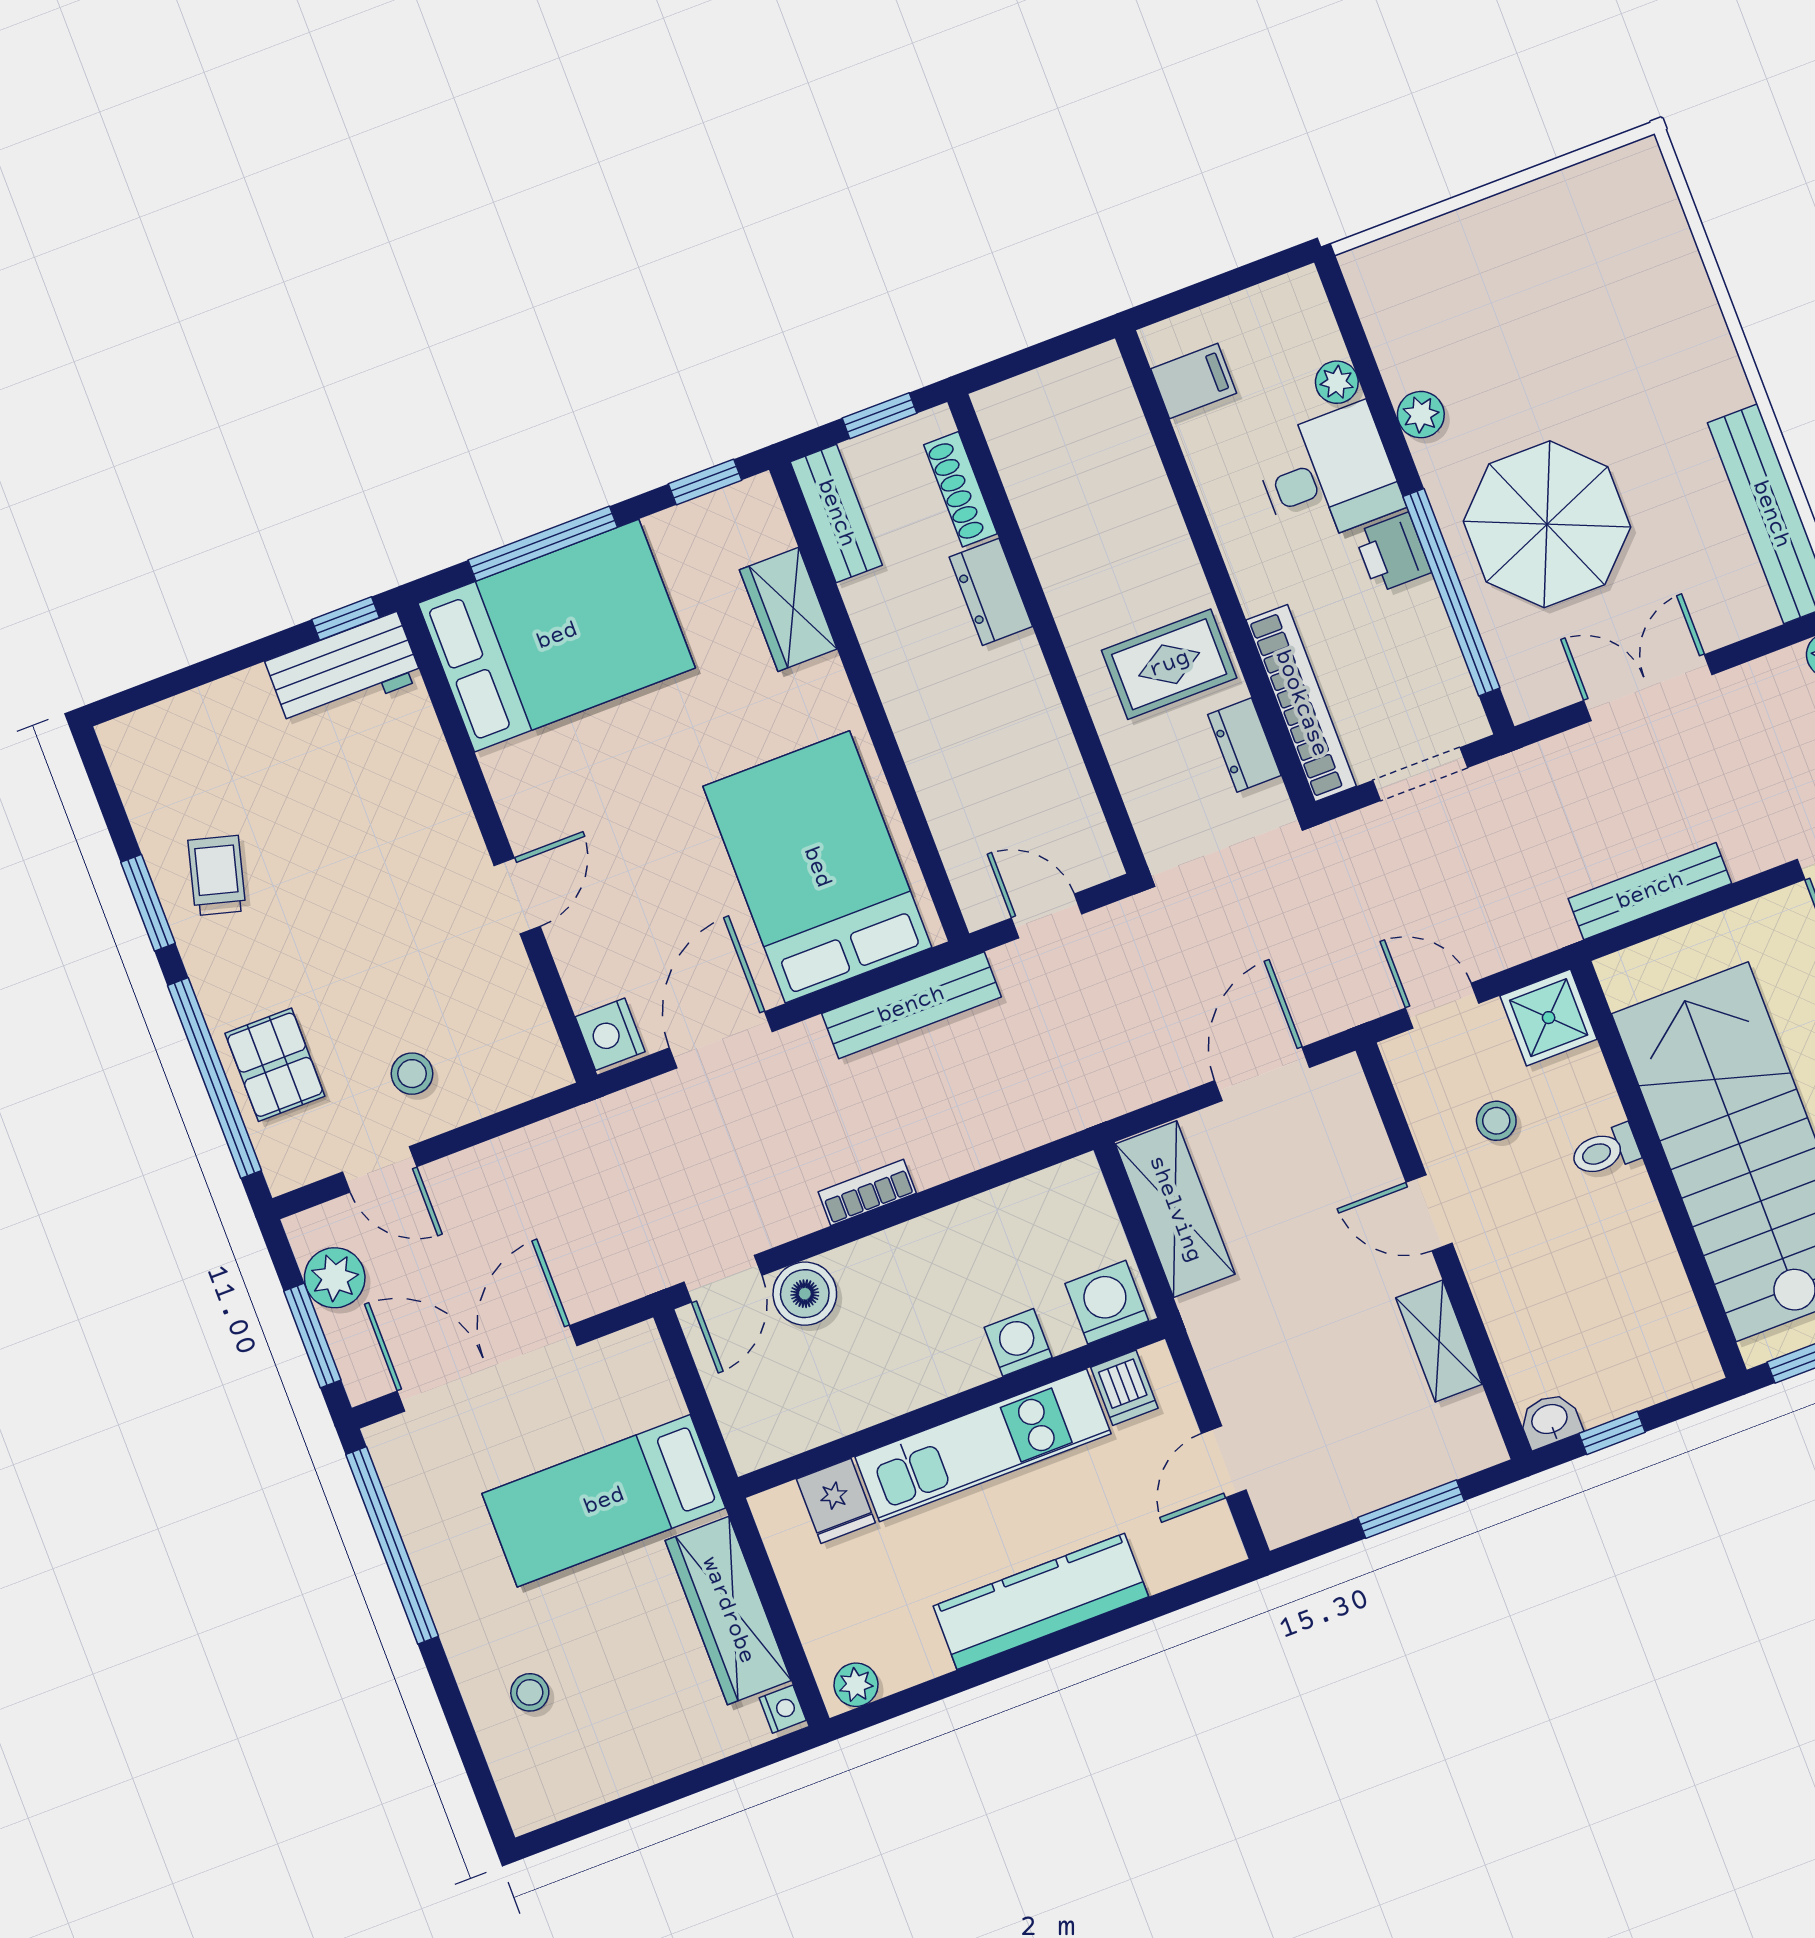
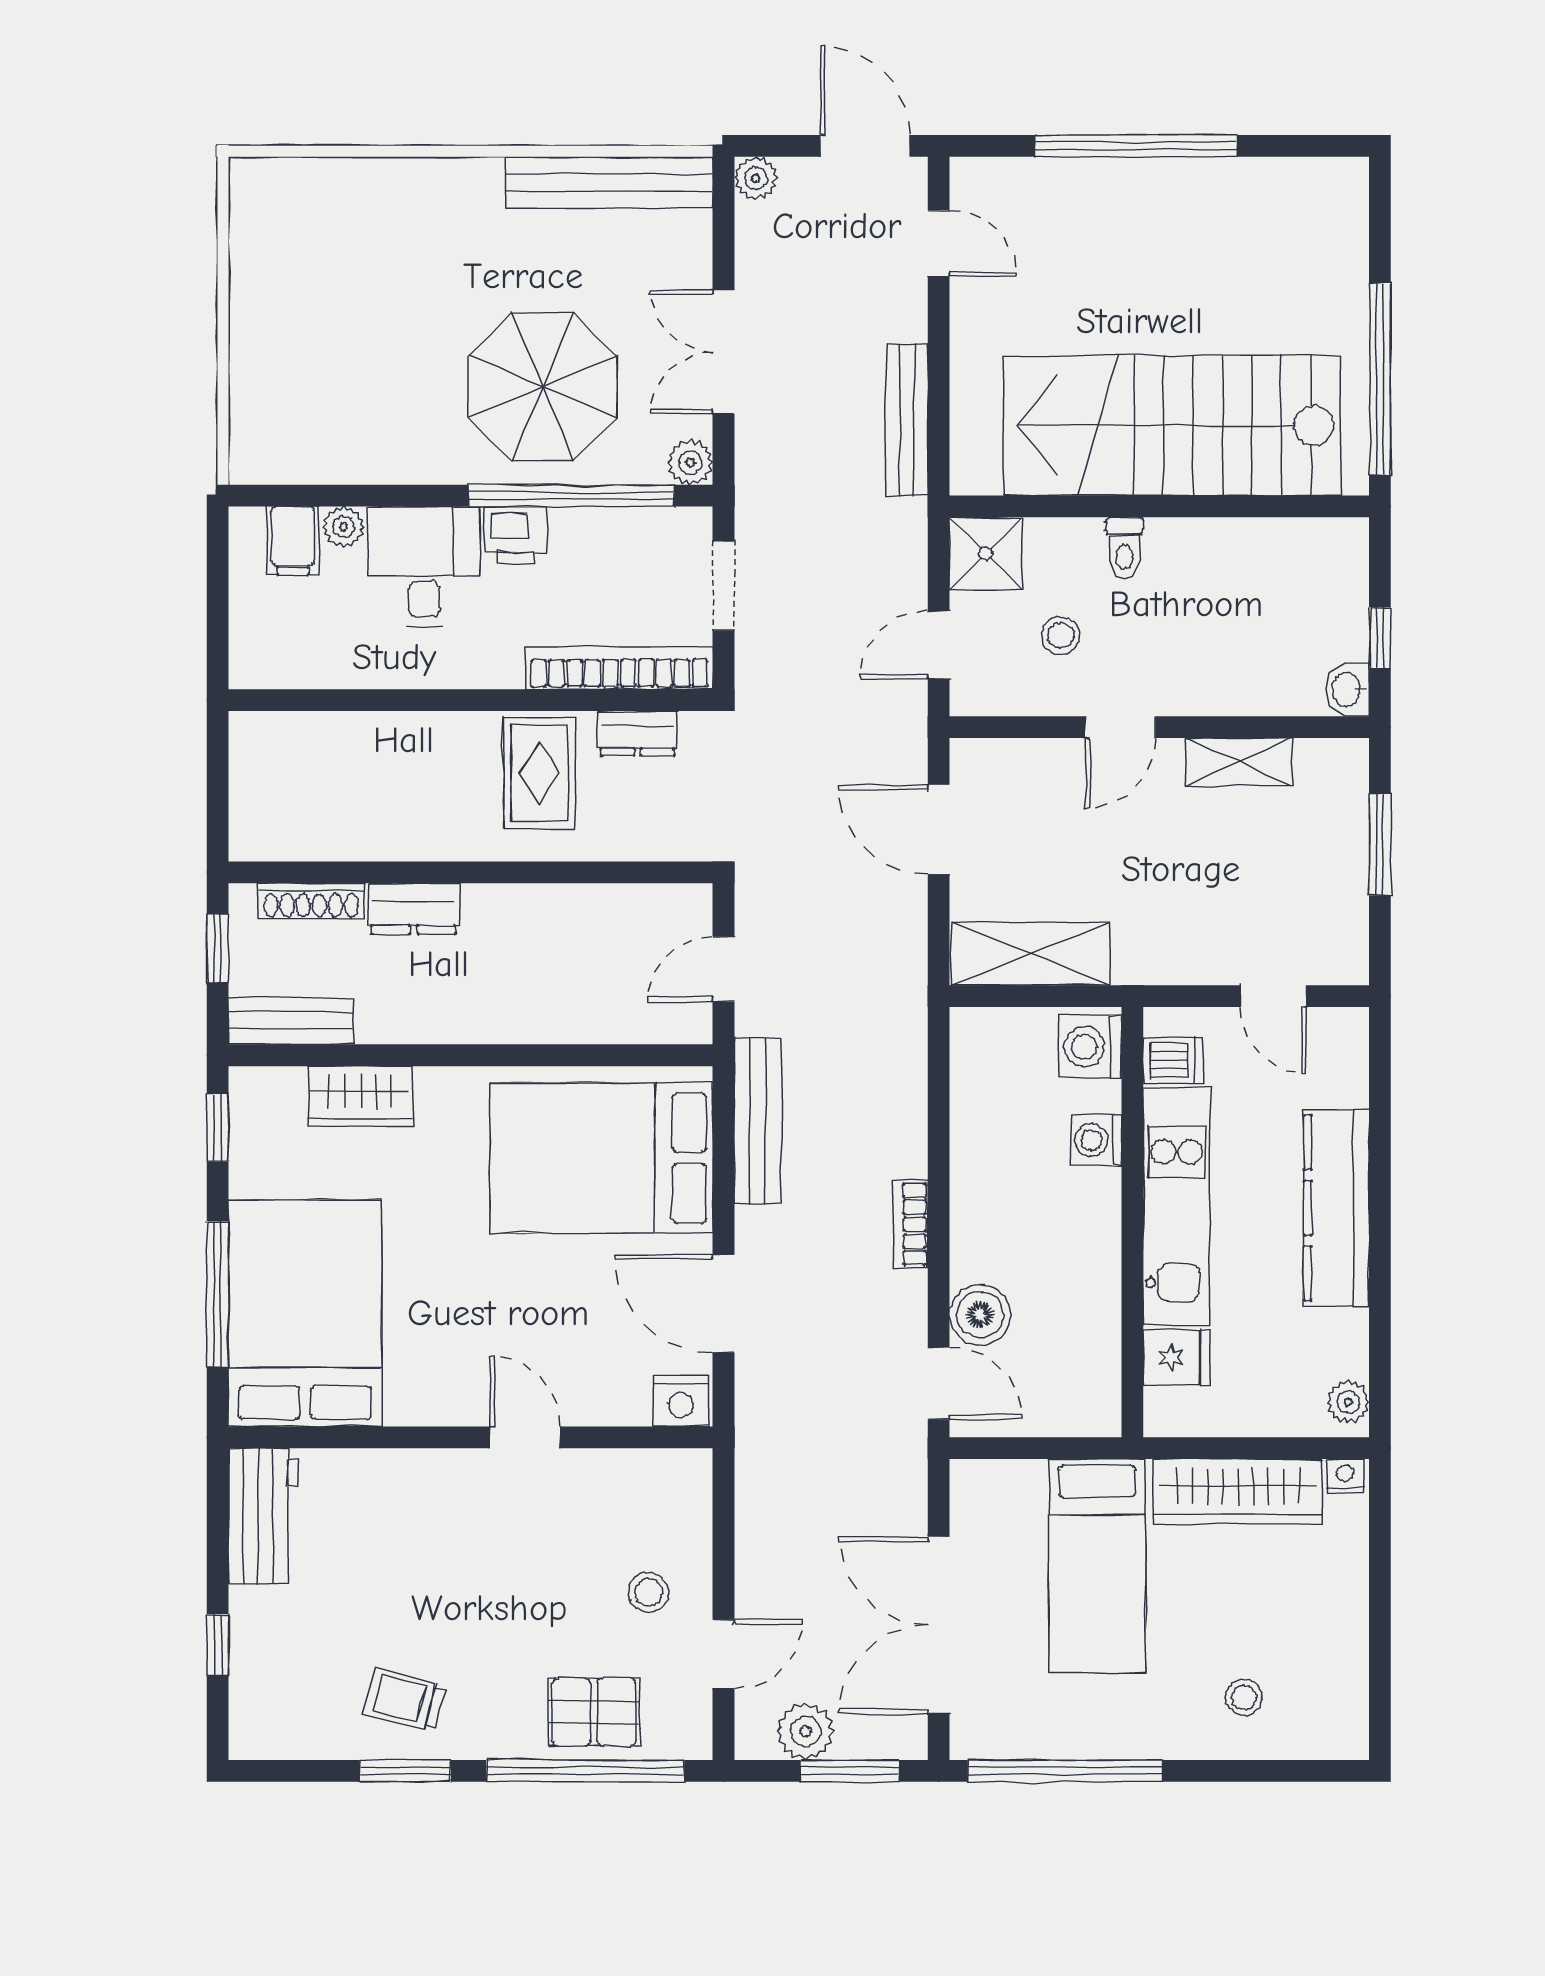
filing cabinet: (1194, 381) -> (293, 541), moved, turned 180
plant: (1421, 415) -> (690, 463), moved
window: (346, 619) -> (218, 1645), moved

